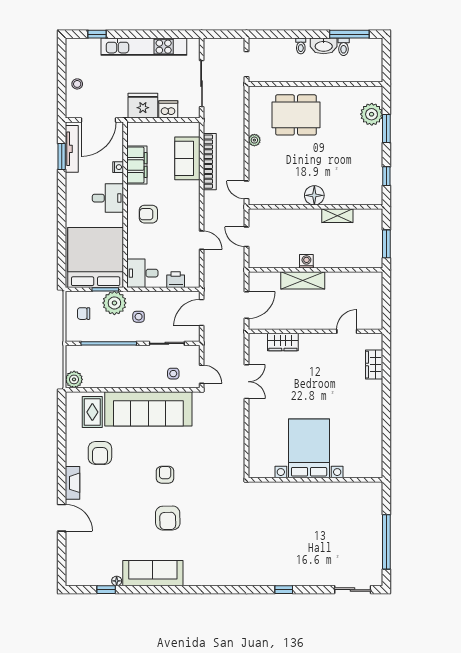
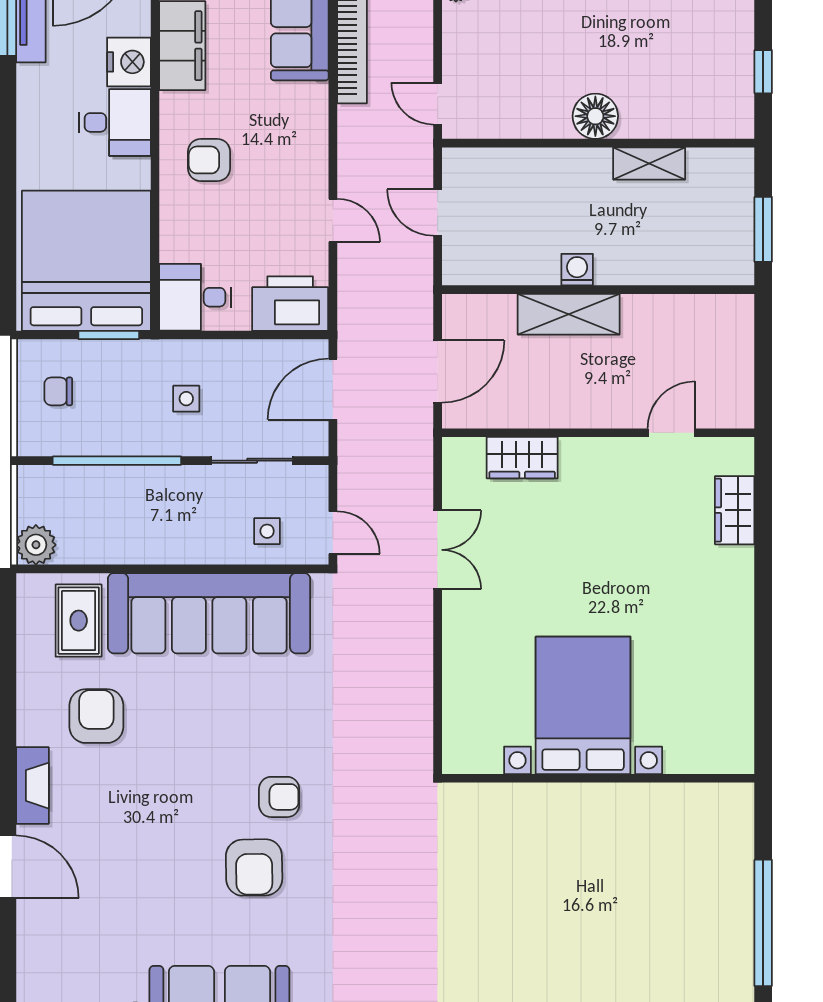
nightstand: (118, 167) -> (129, 62), width x1.89, depth x1.79
printer: (176, 280) -> (290, 304), width x1.87, depth x1.48
plant: (114, 303) -> (130, 367), removed
armchair: (100, 453) -> (96, 716), turned 180
armchair: (165, 475) -> (279, 797), moved, turned 90

